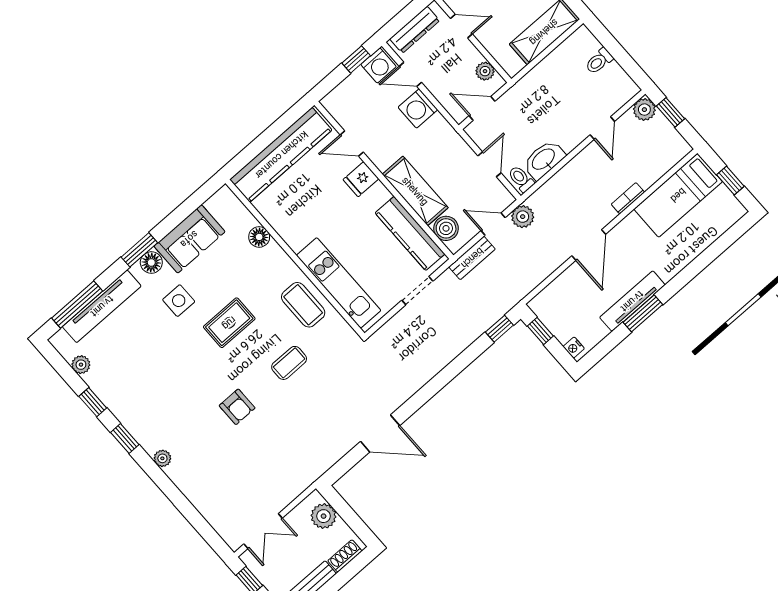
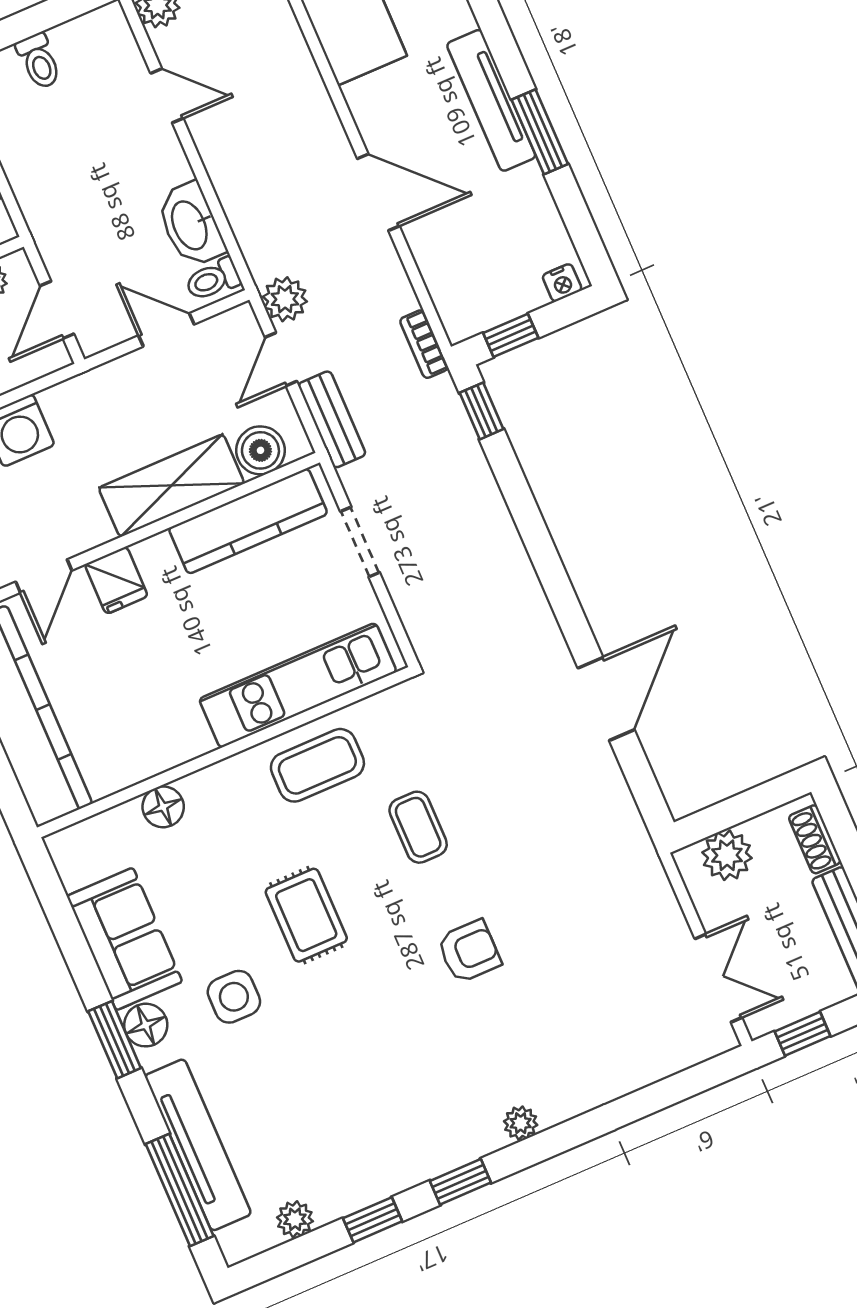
bookcase: (628, 198) -> (424, 344), moved
tv unit: (632, 301) -> (491, 100), moved

